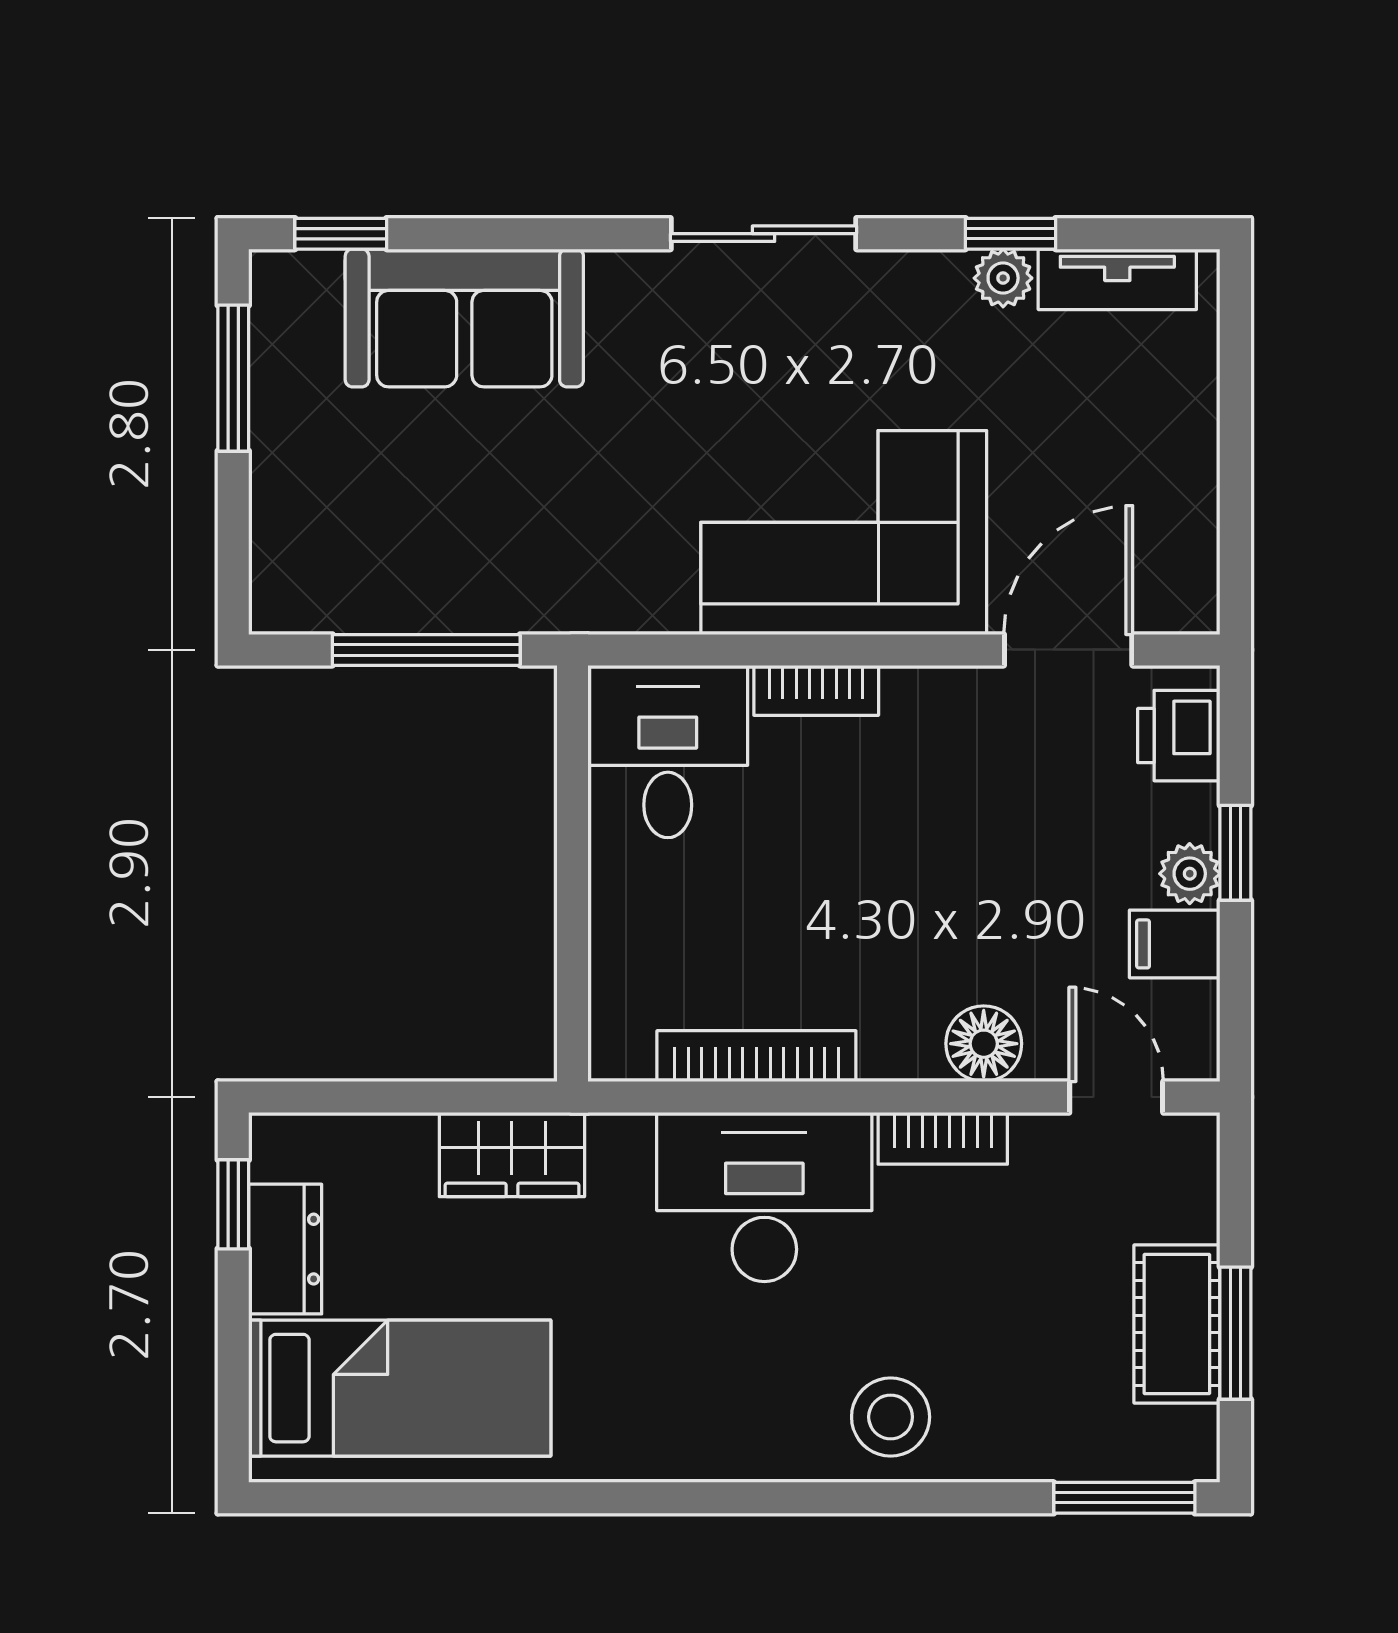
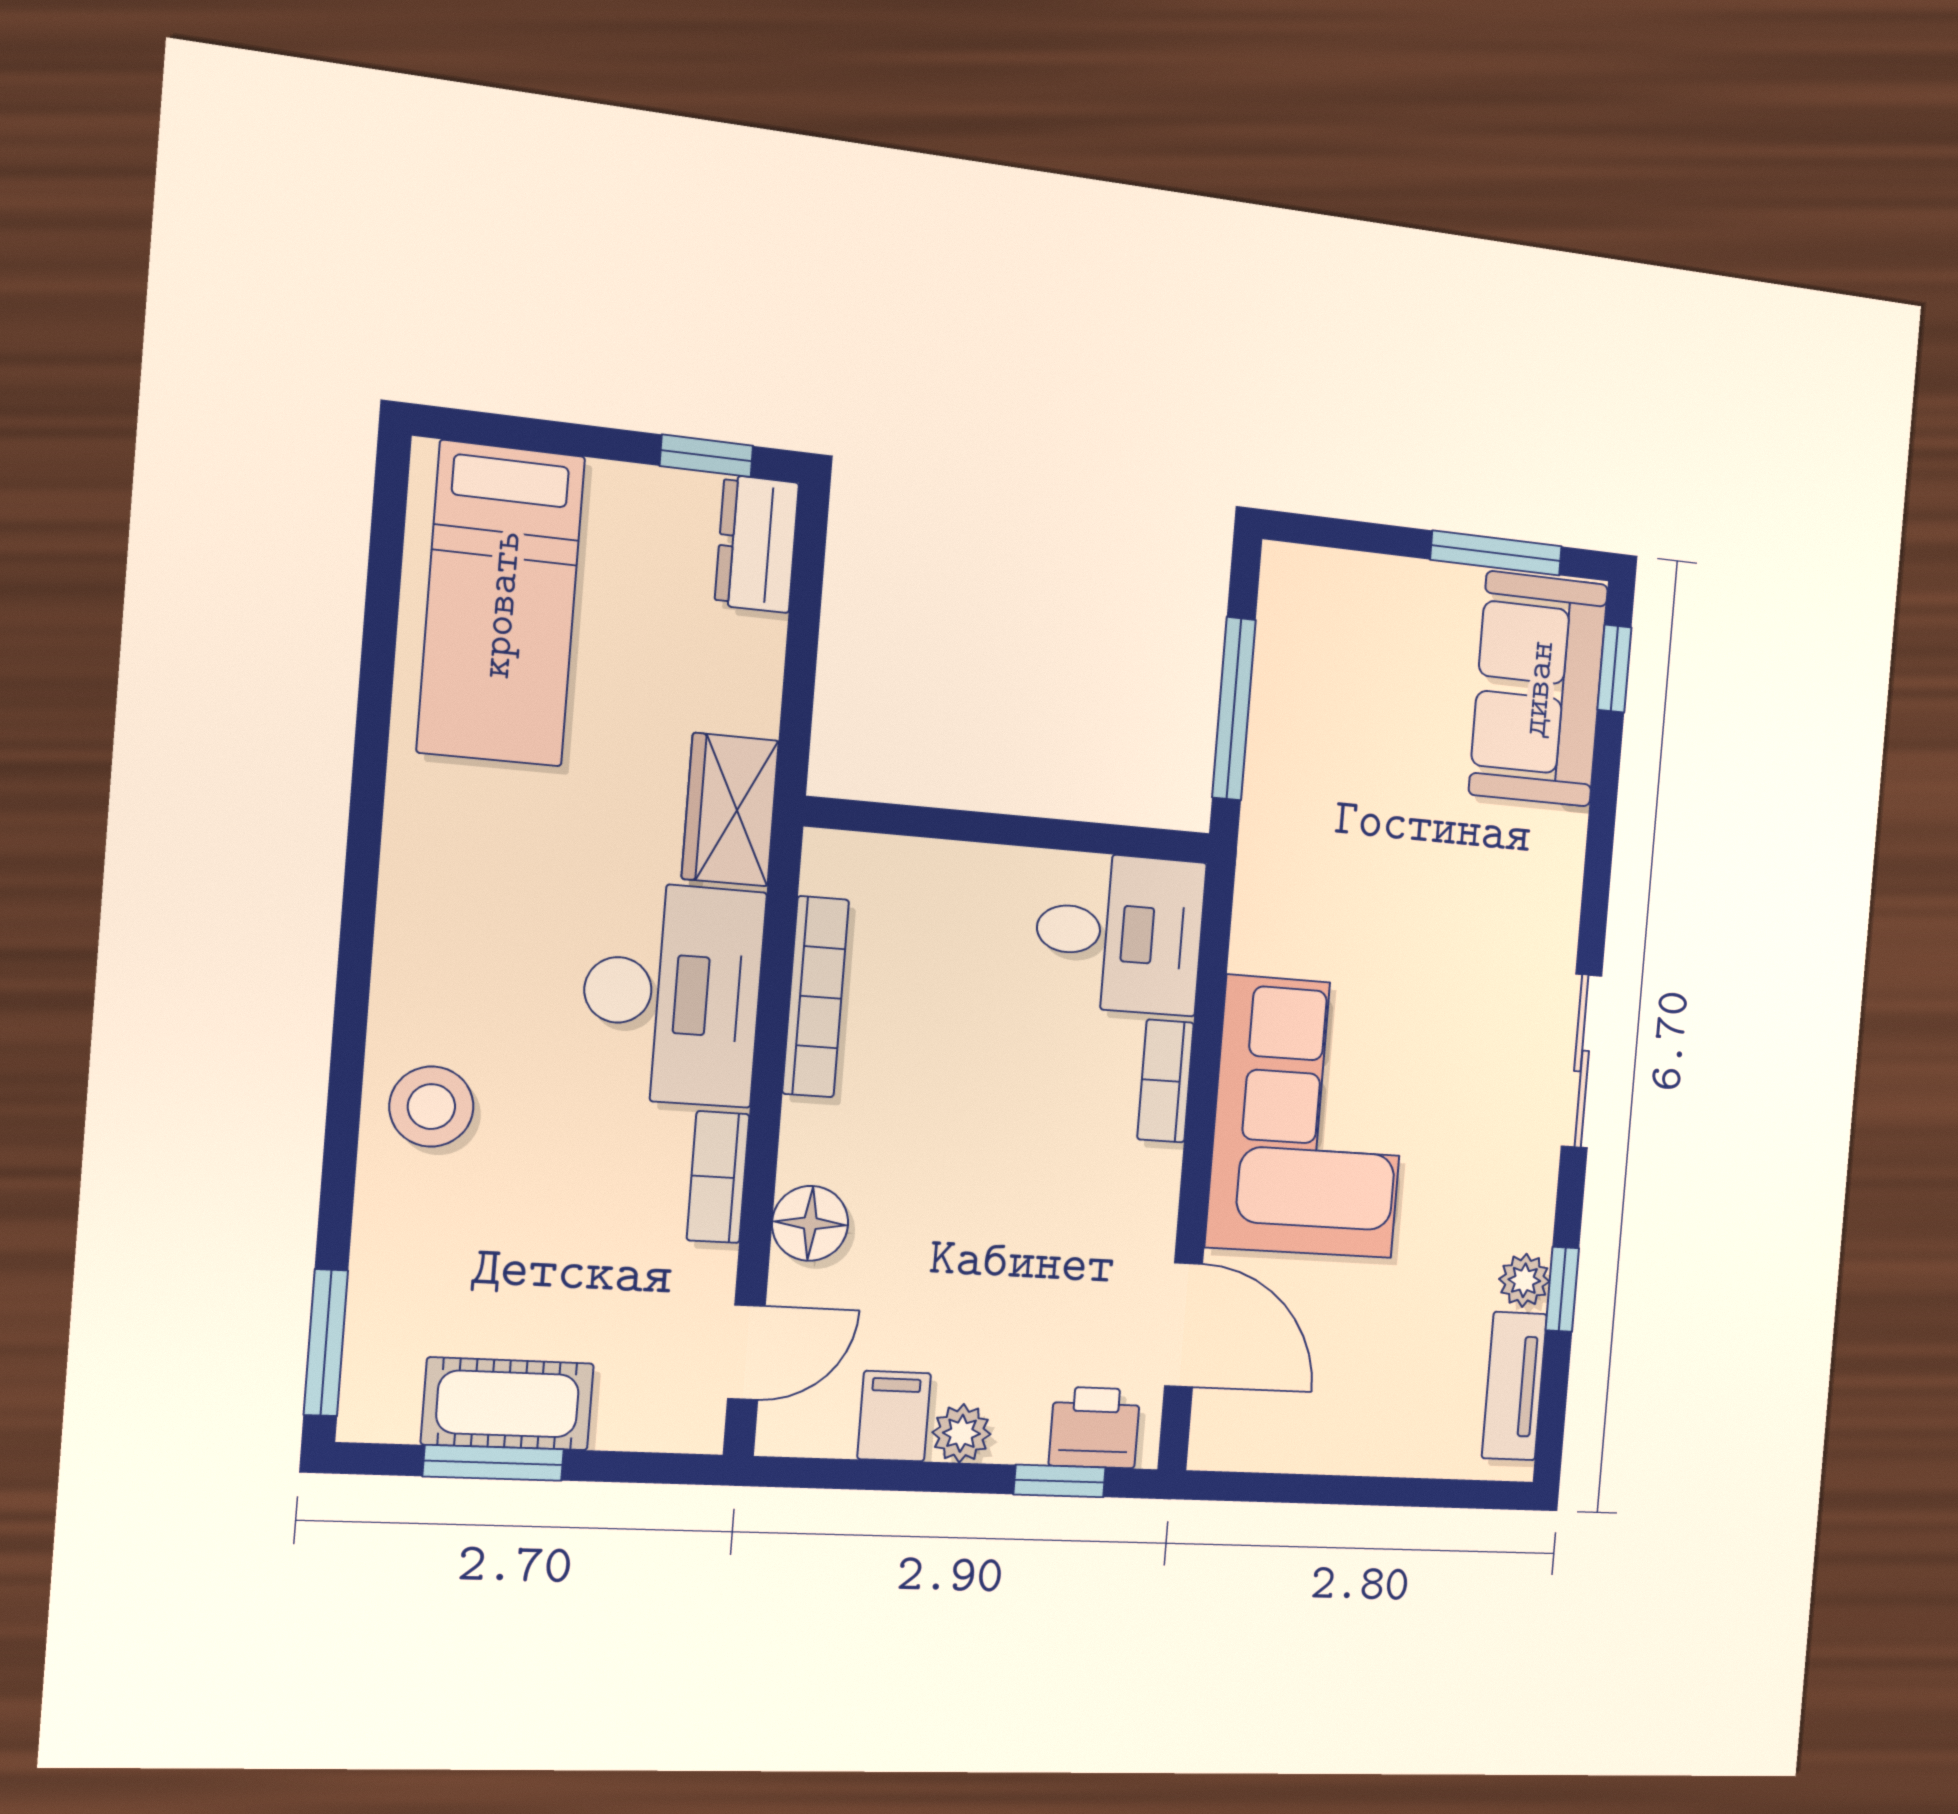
sofa: (464, 318) -> (1538, 689), moved
window: (1235, 853) -> (1060, 1481), moved
wardrobe: (512, 1155) -> (730, 810), moved
dresser: (285, 1249) -> (757, 544), moved, turned 90

